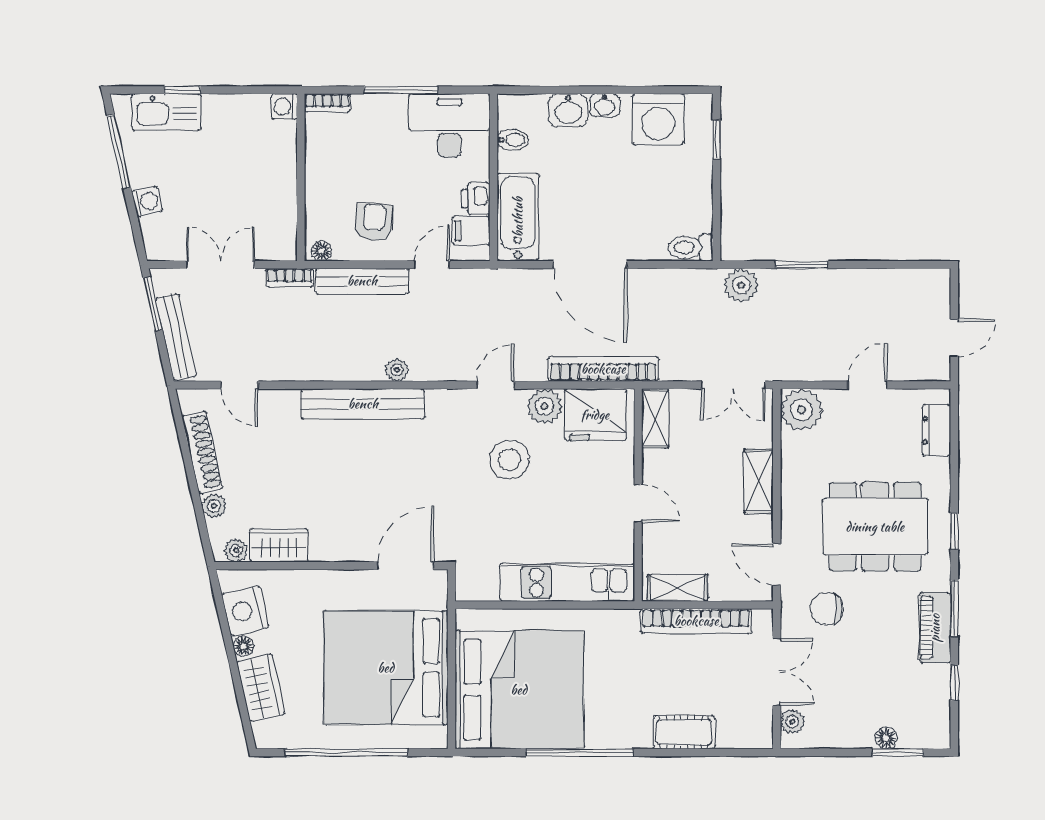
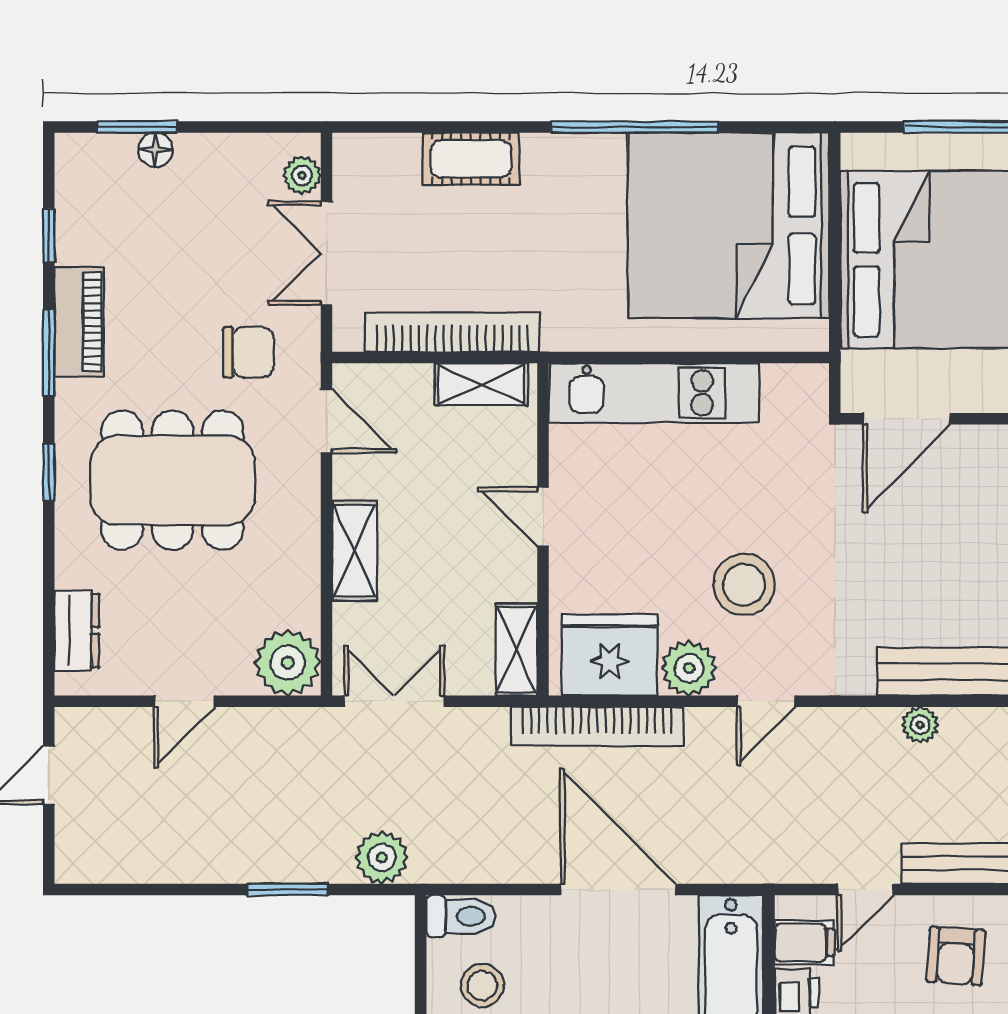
stool: (677, 203) -> (482, 985), added

